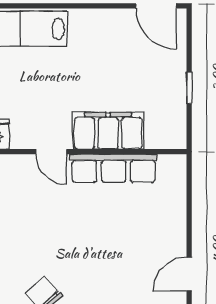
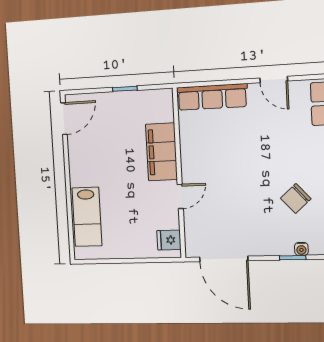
row of seats: (114, 168) -> (212, 97), moved, turned 90

